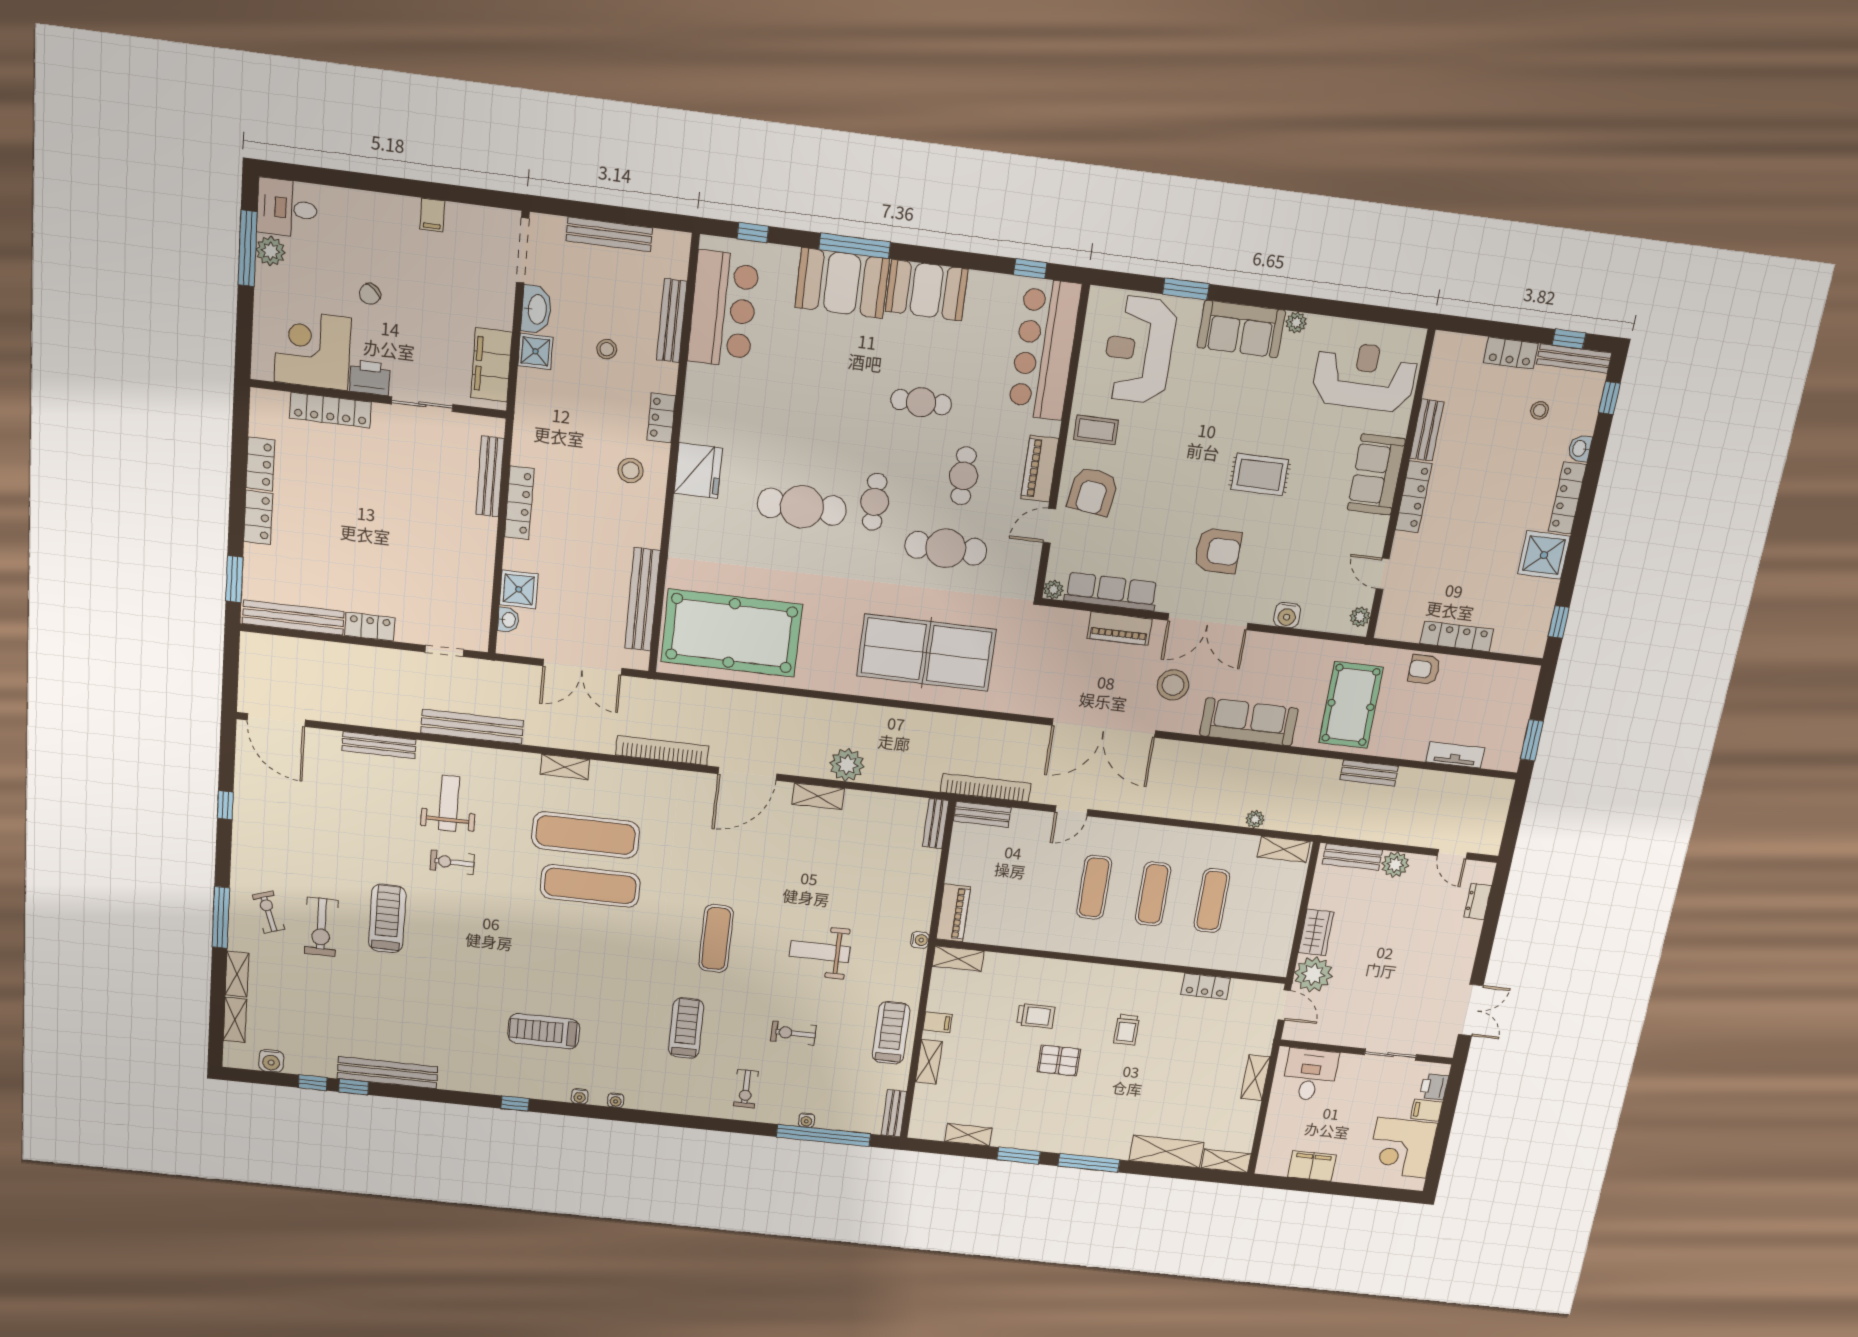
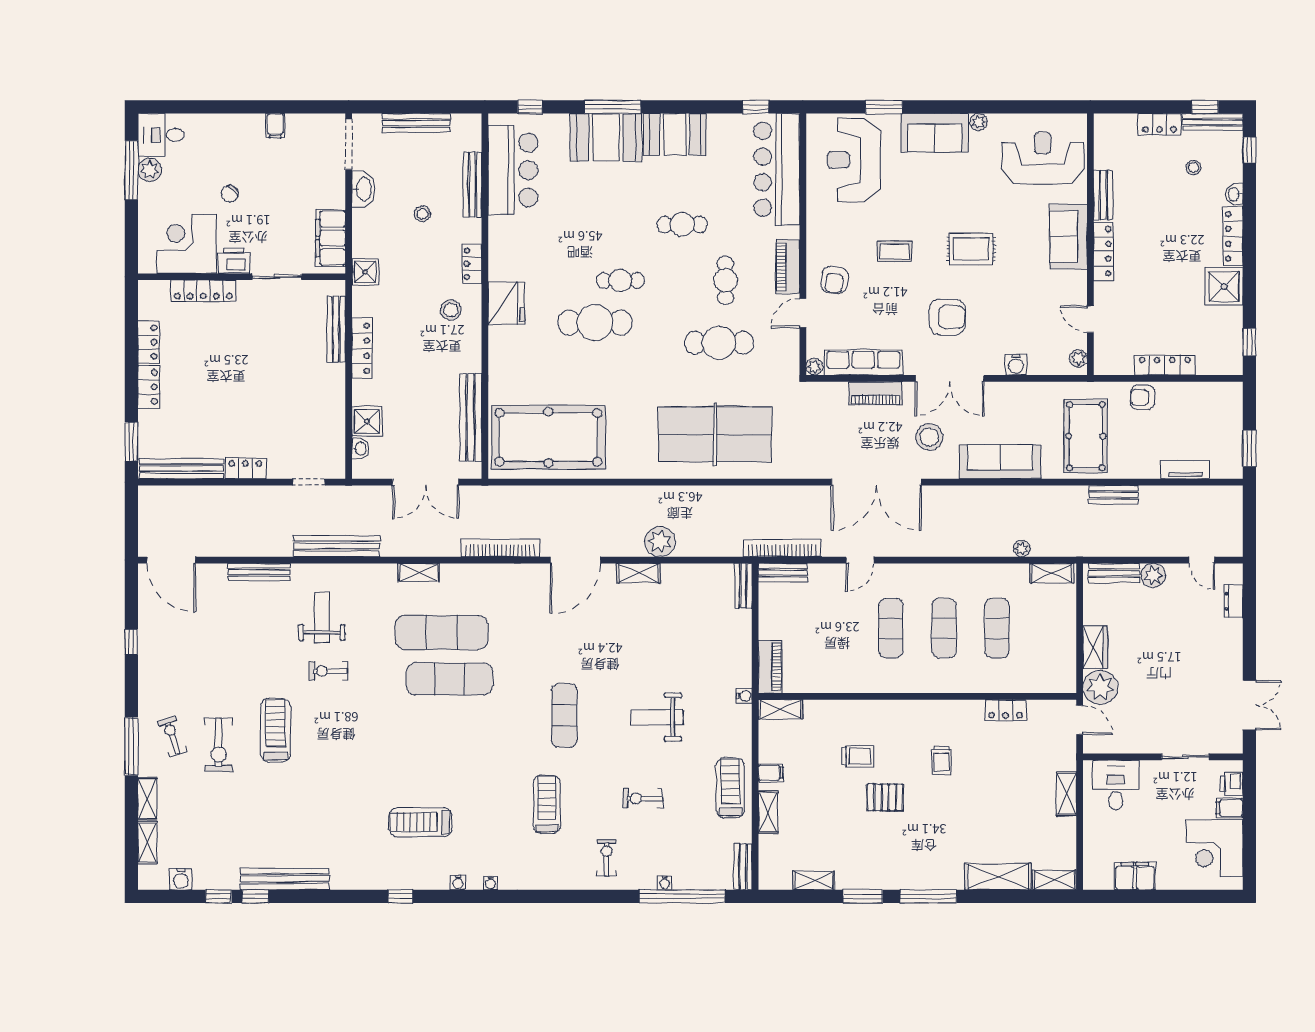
shower: (535, 351) -> (365, 272), moved
coffee table: (1096, 430) -> (895, 251), moved
armchair: (1093, 491) -> (835, 280), width x0.72, depth x0.72
cafe table: (875, 502) -> (620, 281), moved, turned 90
exercise bike: (746, 1089) -> (607, 858), turned 180

